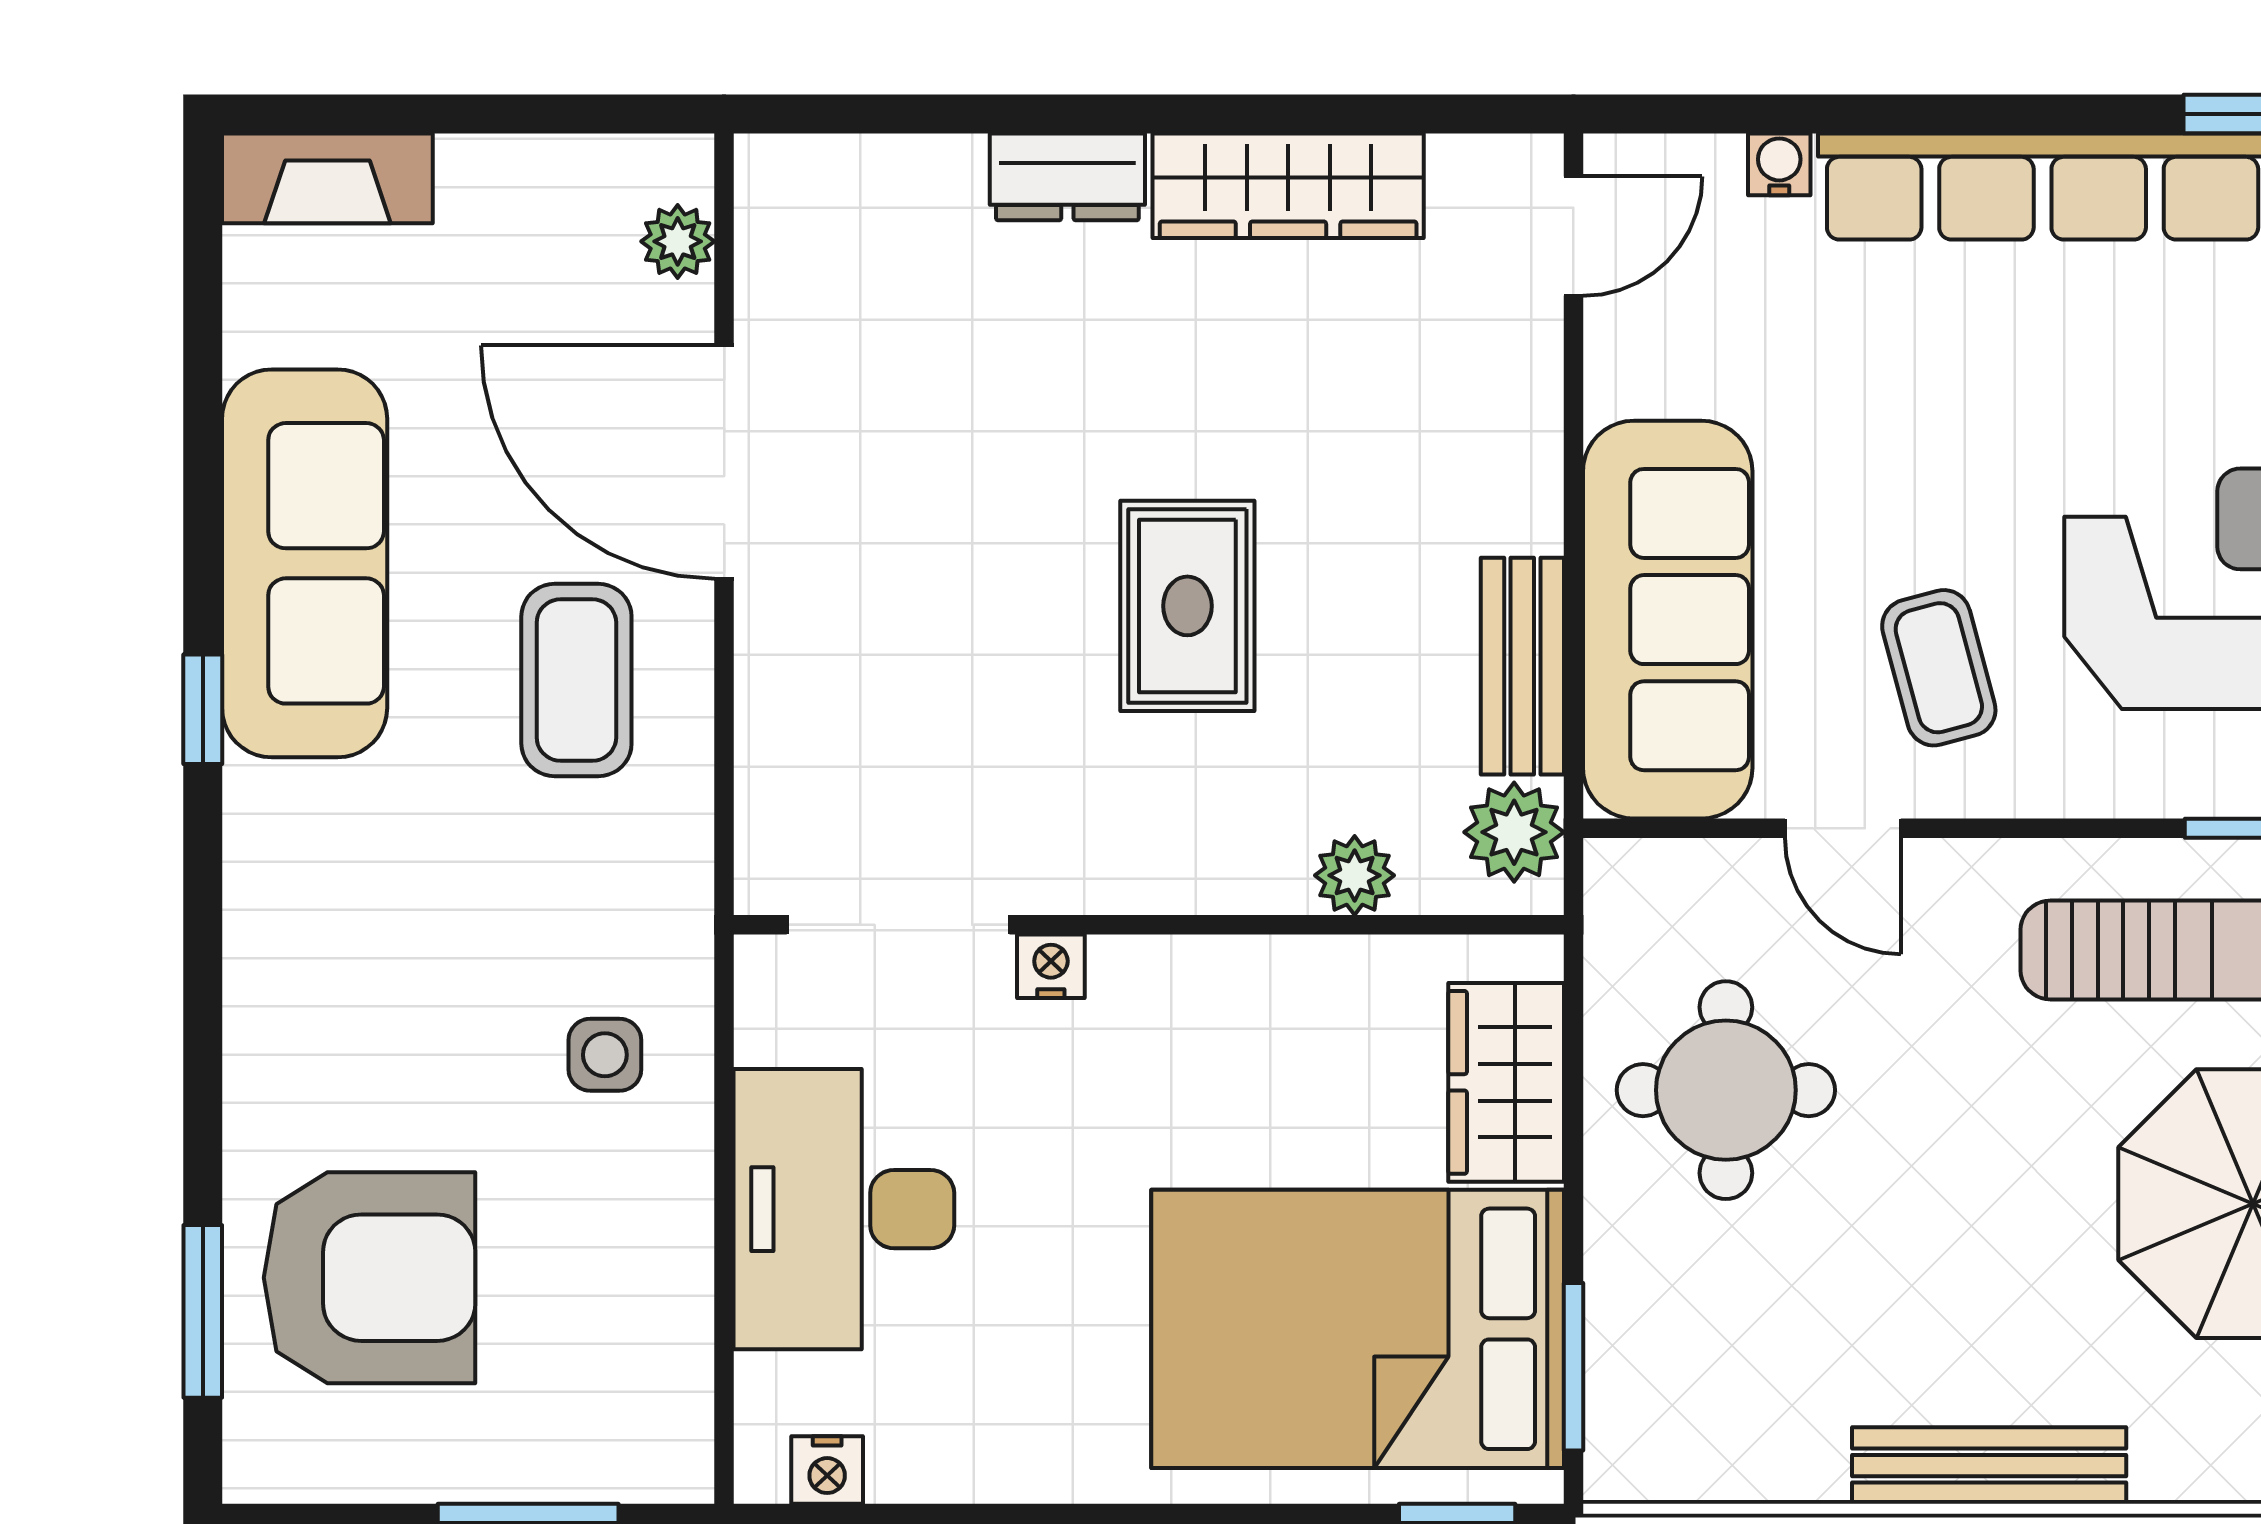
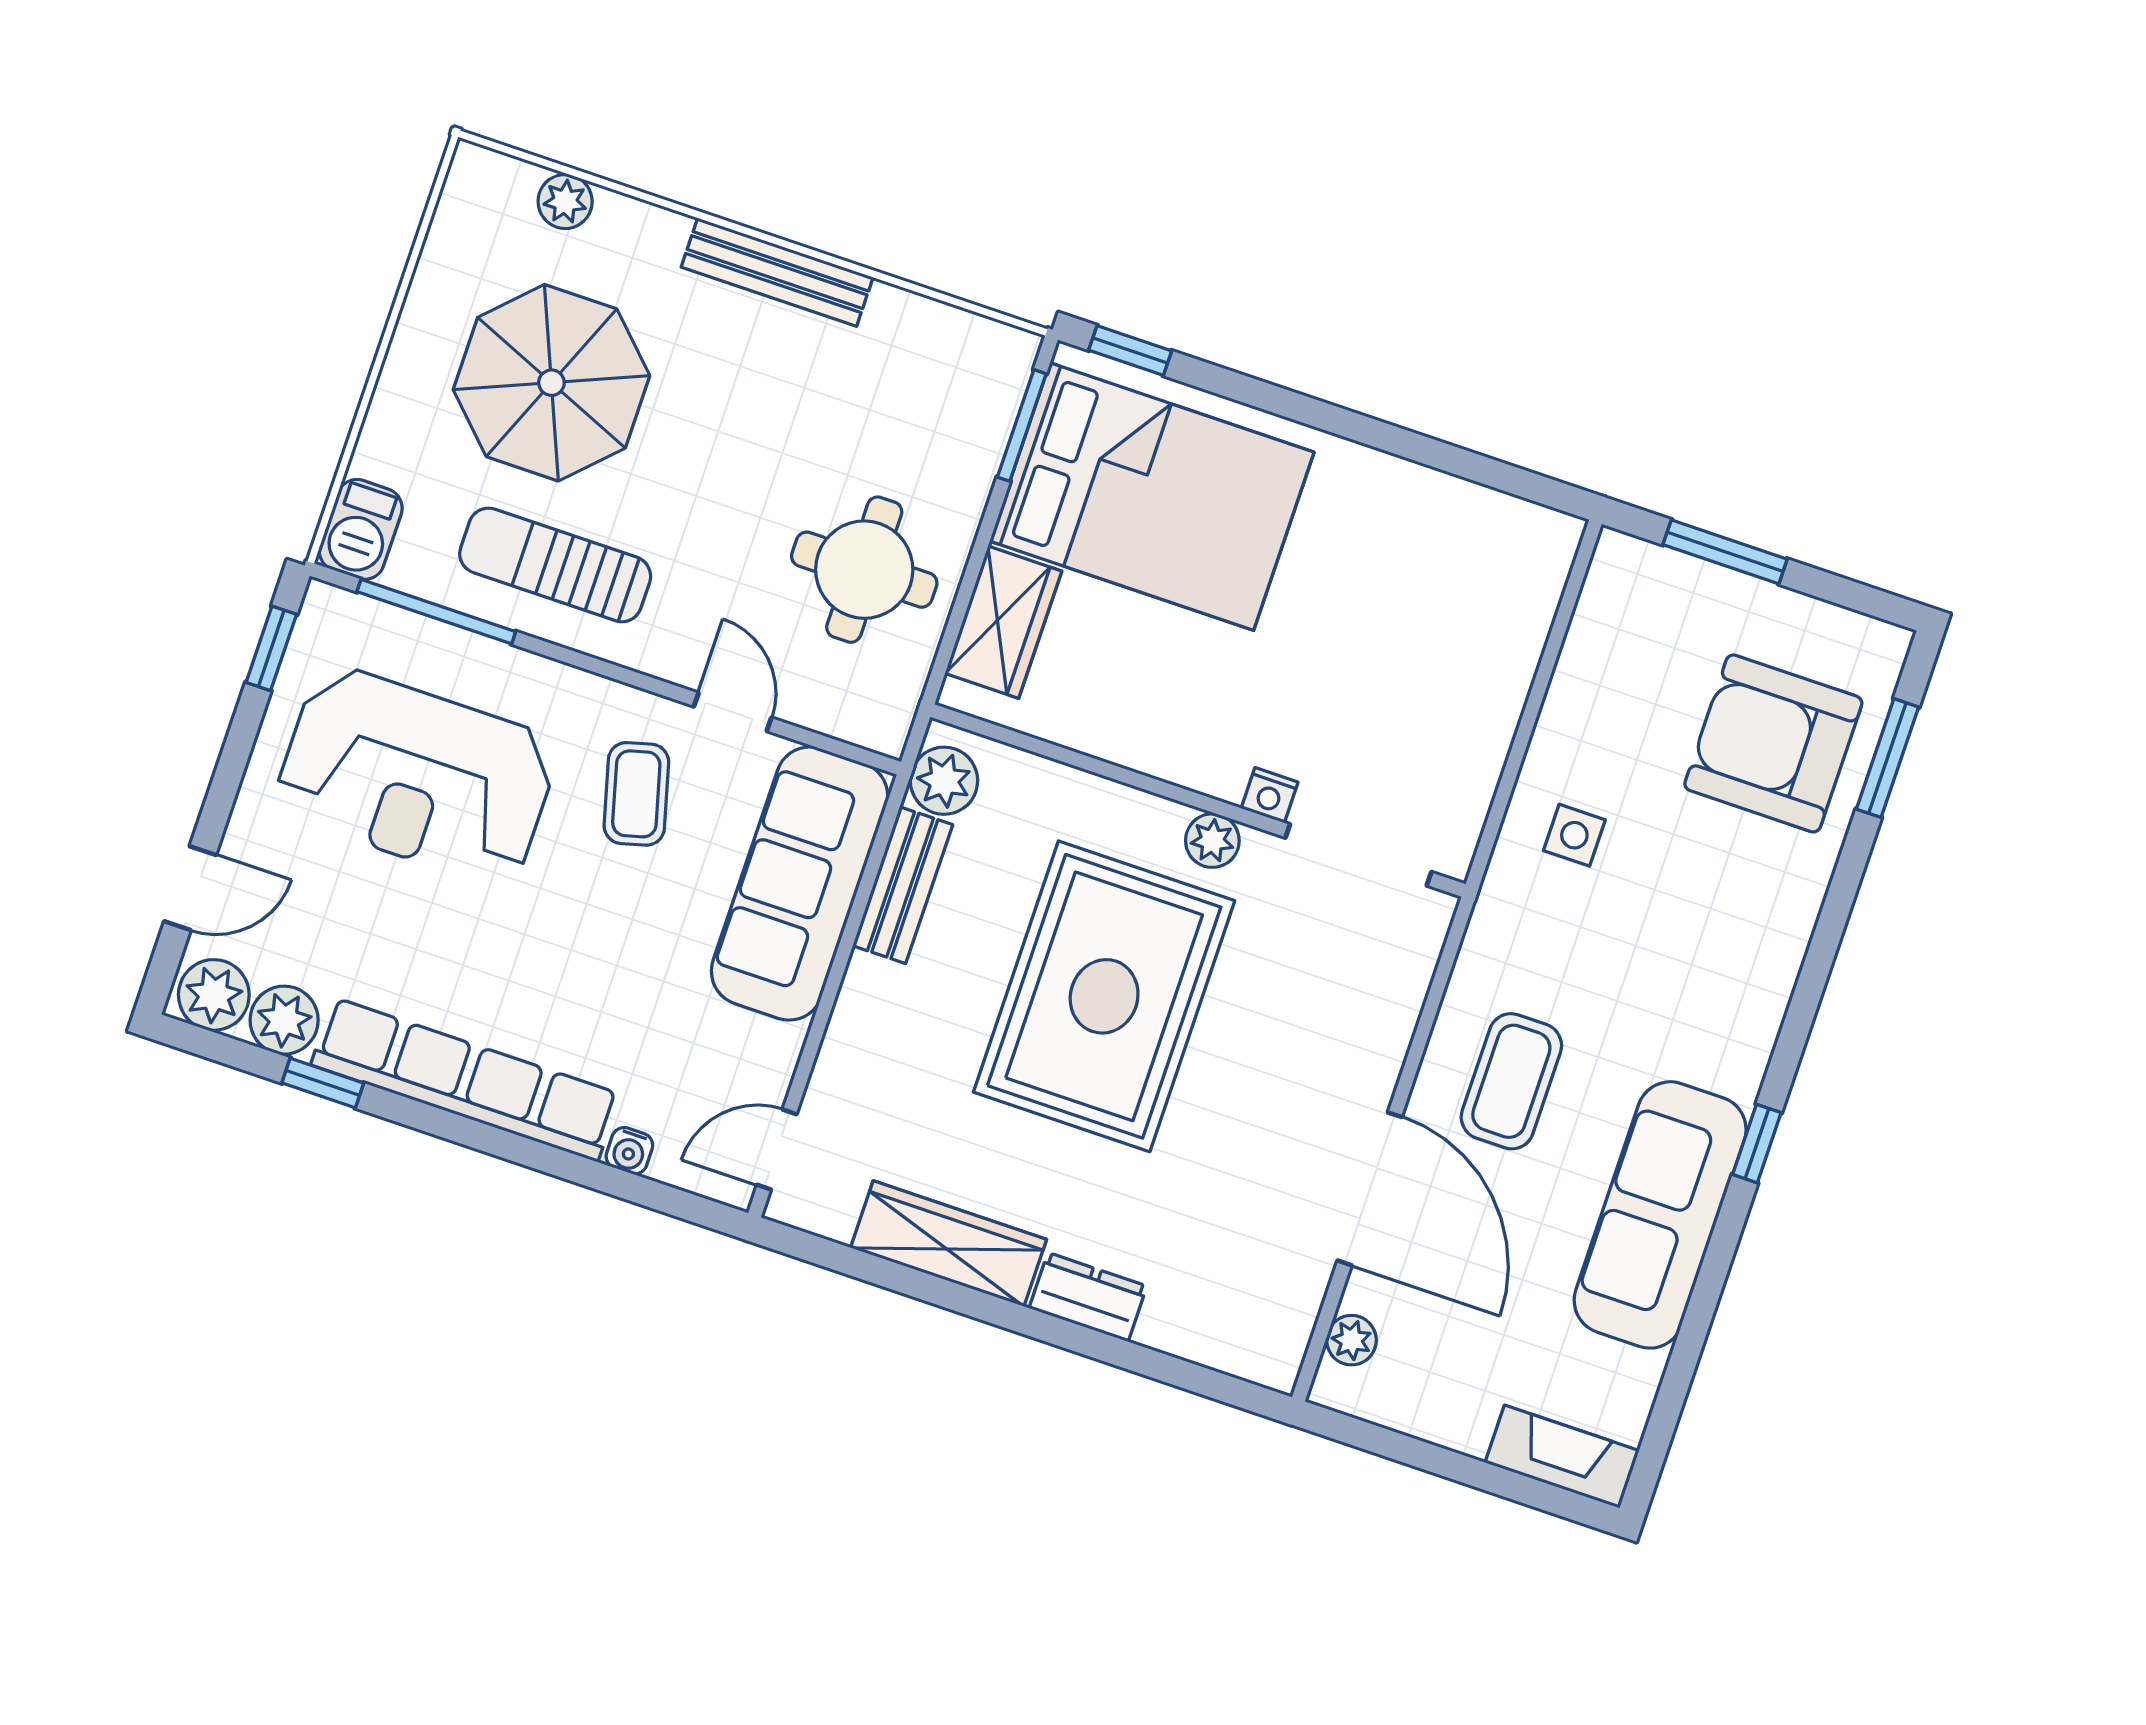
rug: (1187, 606) -> (1104, 996), width x1.86, depth x2.06
plant: (1355, 875) -> (1212, 841), moved
desk: (844, 1209) -> (1455, 685), removed
nightstand: (827, 1470) -> (1522, 521), removed

